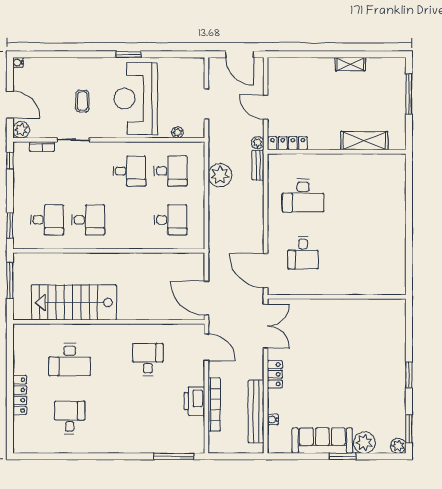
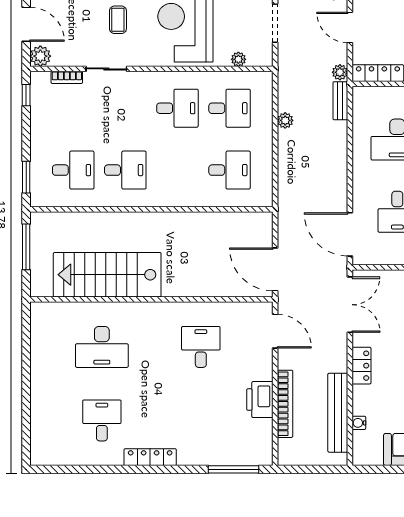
plant: (220, 175) -> (285, 120), width x0.53, depth x0.53
locker: (20, 395) -> (150, 457), moved, turned -90

